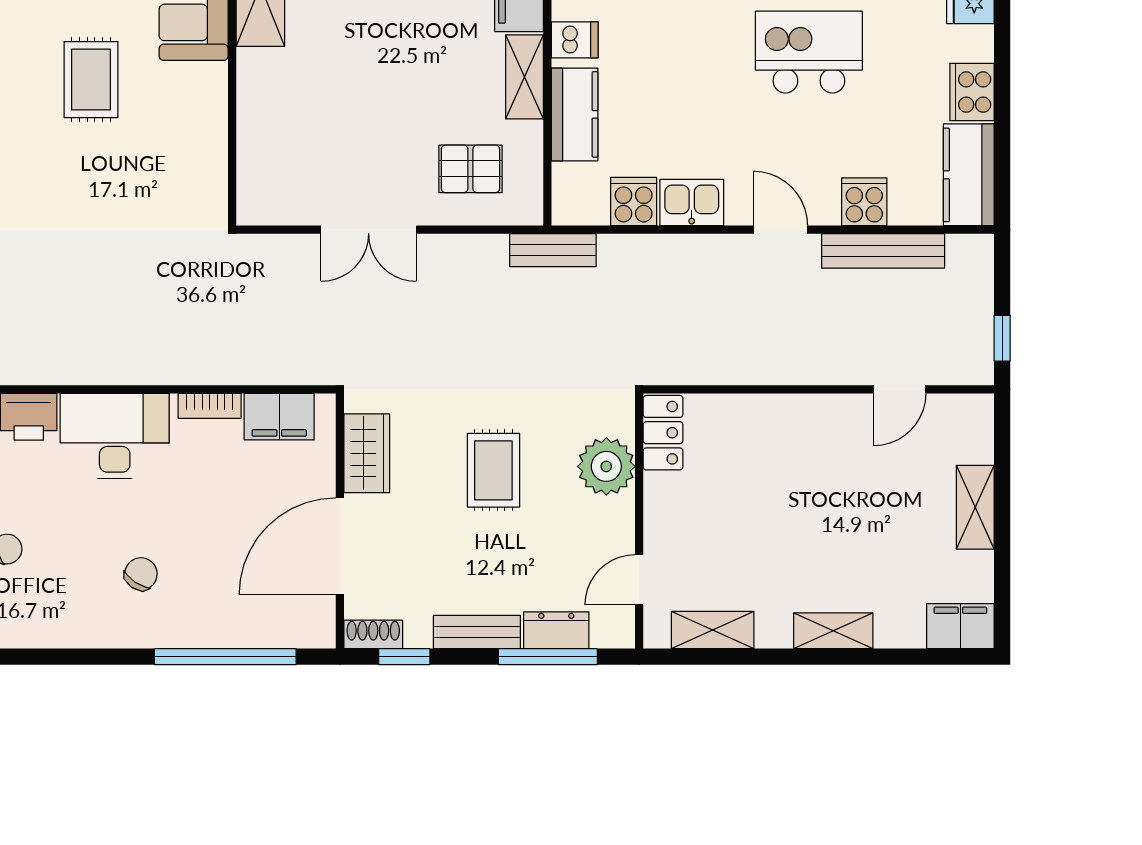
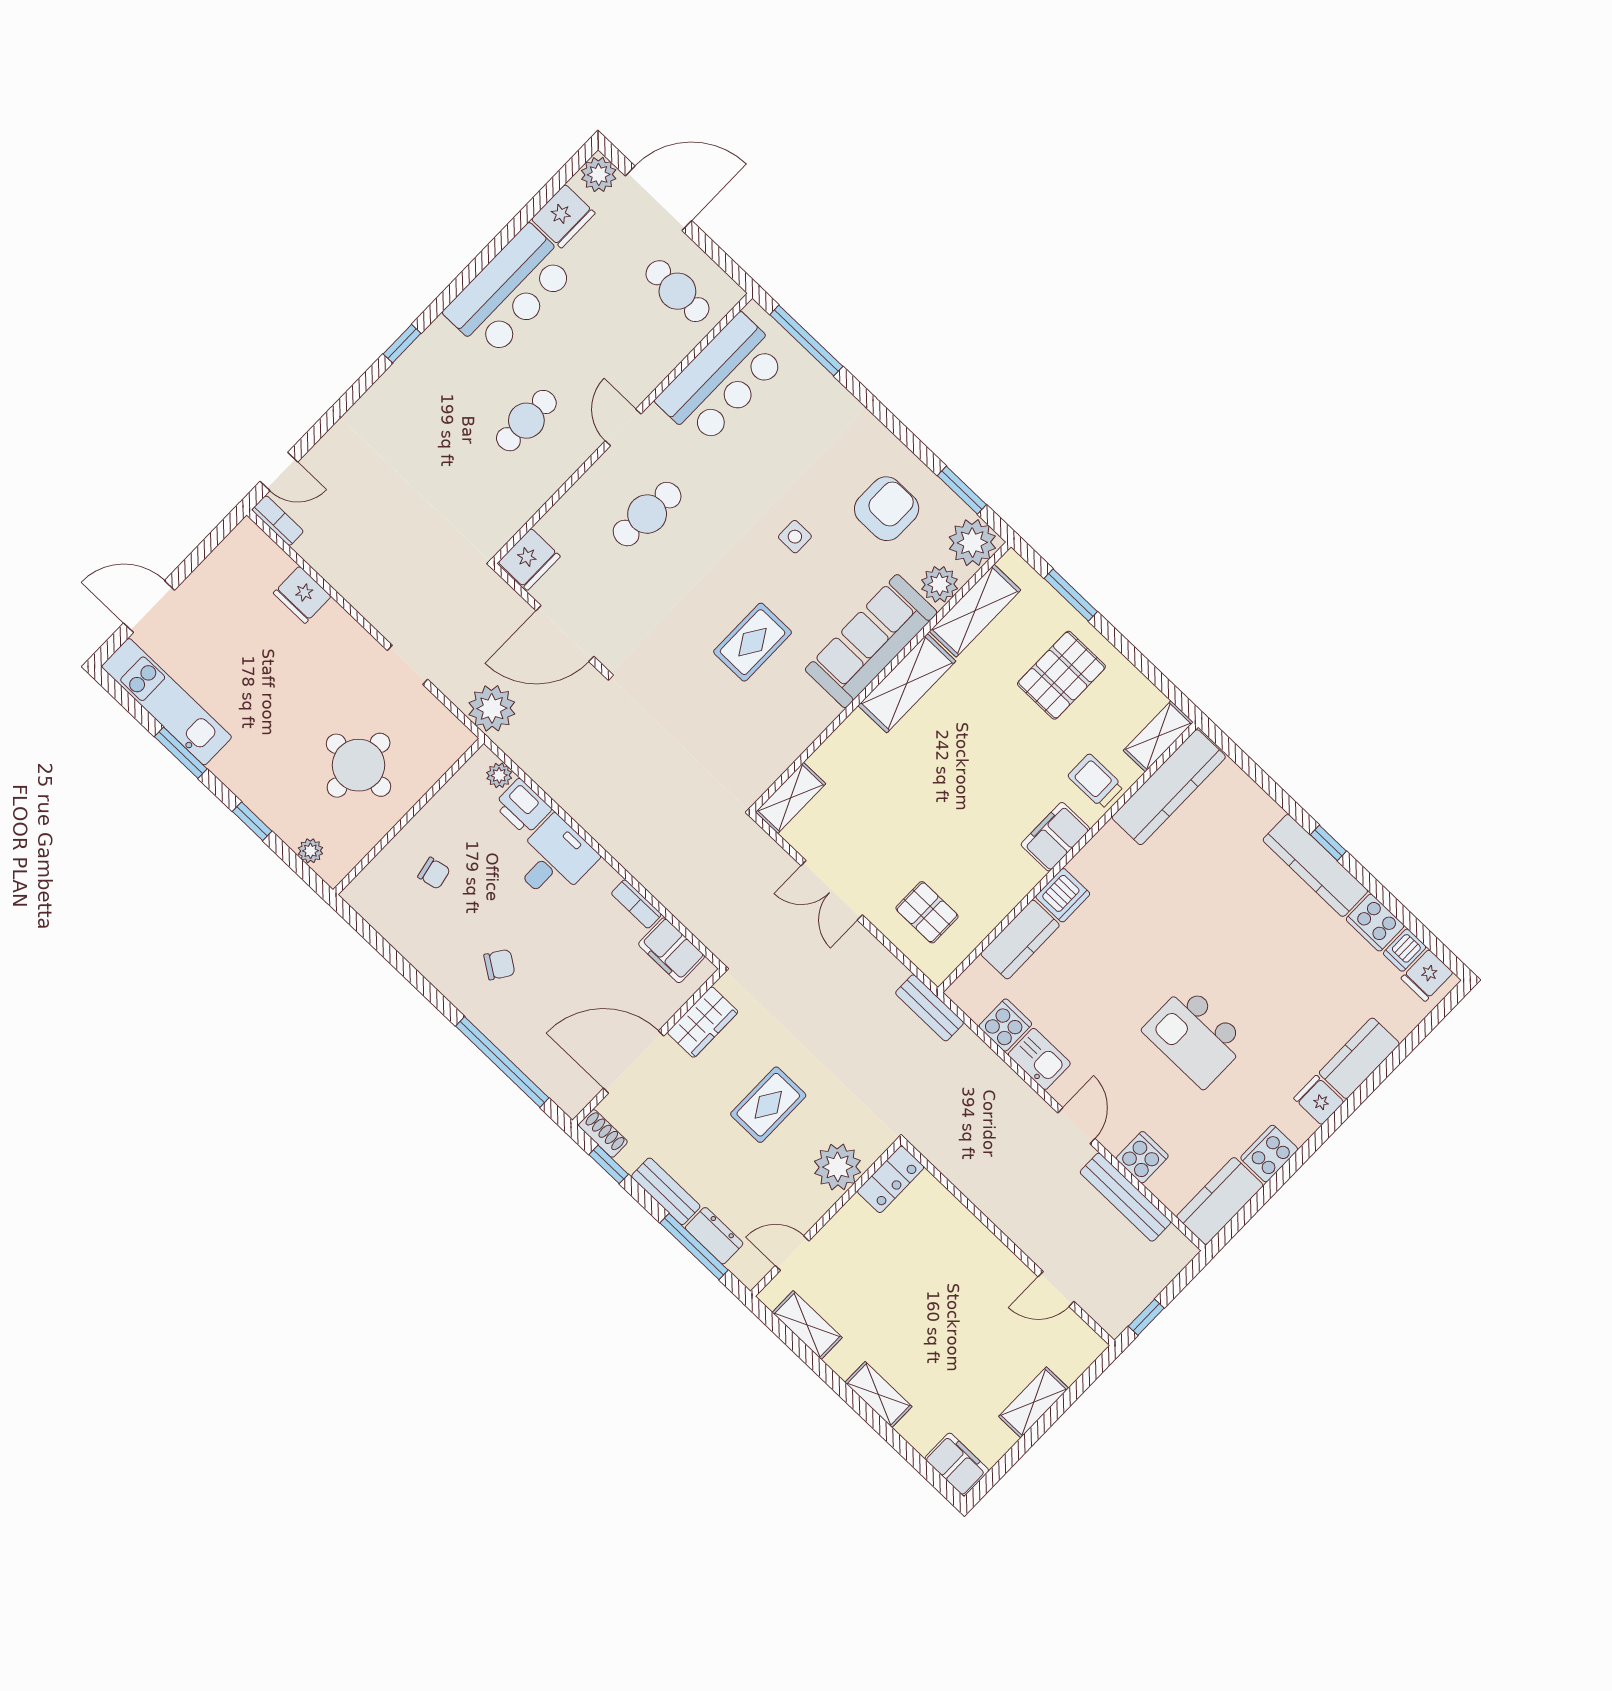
dishwasher: (575, 40) -> (1063, 895), width x1.38
kitchen island: (809, 52) -> (1195, 1037), turned 180
shelving: (524, 77) -> (791, 798), moved
desk: (115, 436) -> (554, 859), width x0.73

